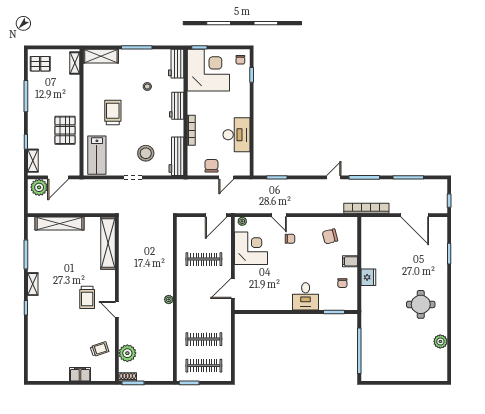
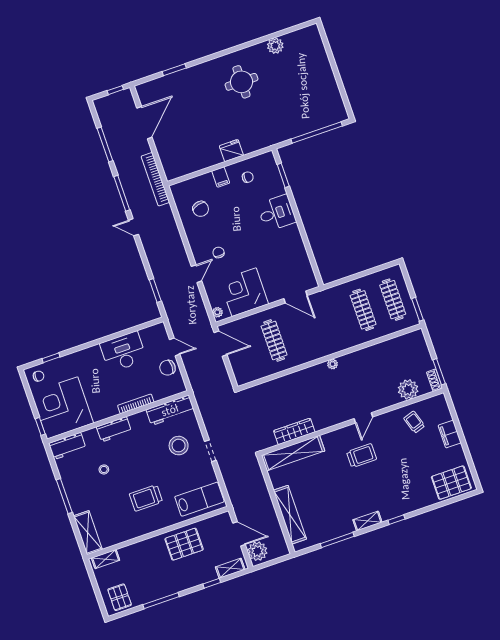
wardrobe: (125, 250) -> (294, 431), added
pallet: (41, 362) -> (451, 483), added

